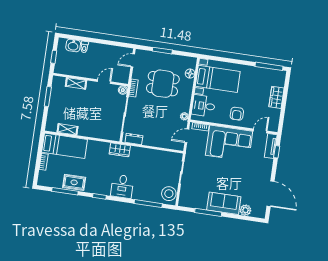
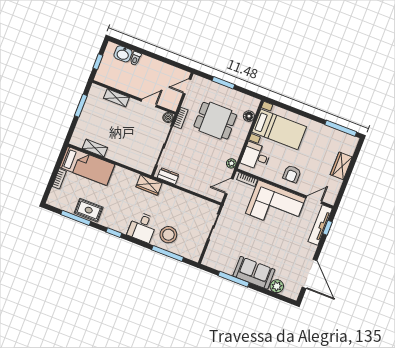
tv unit: (271, 146) -> (320, 225), width x1.41
stool: (169, 194) -> (168, 235), moved

